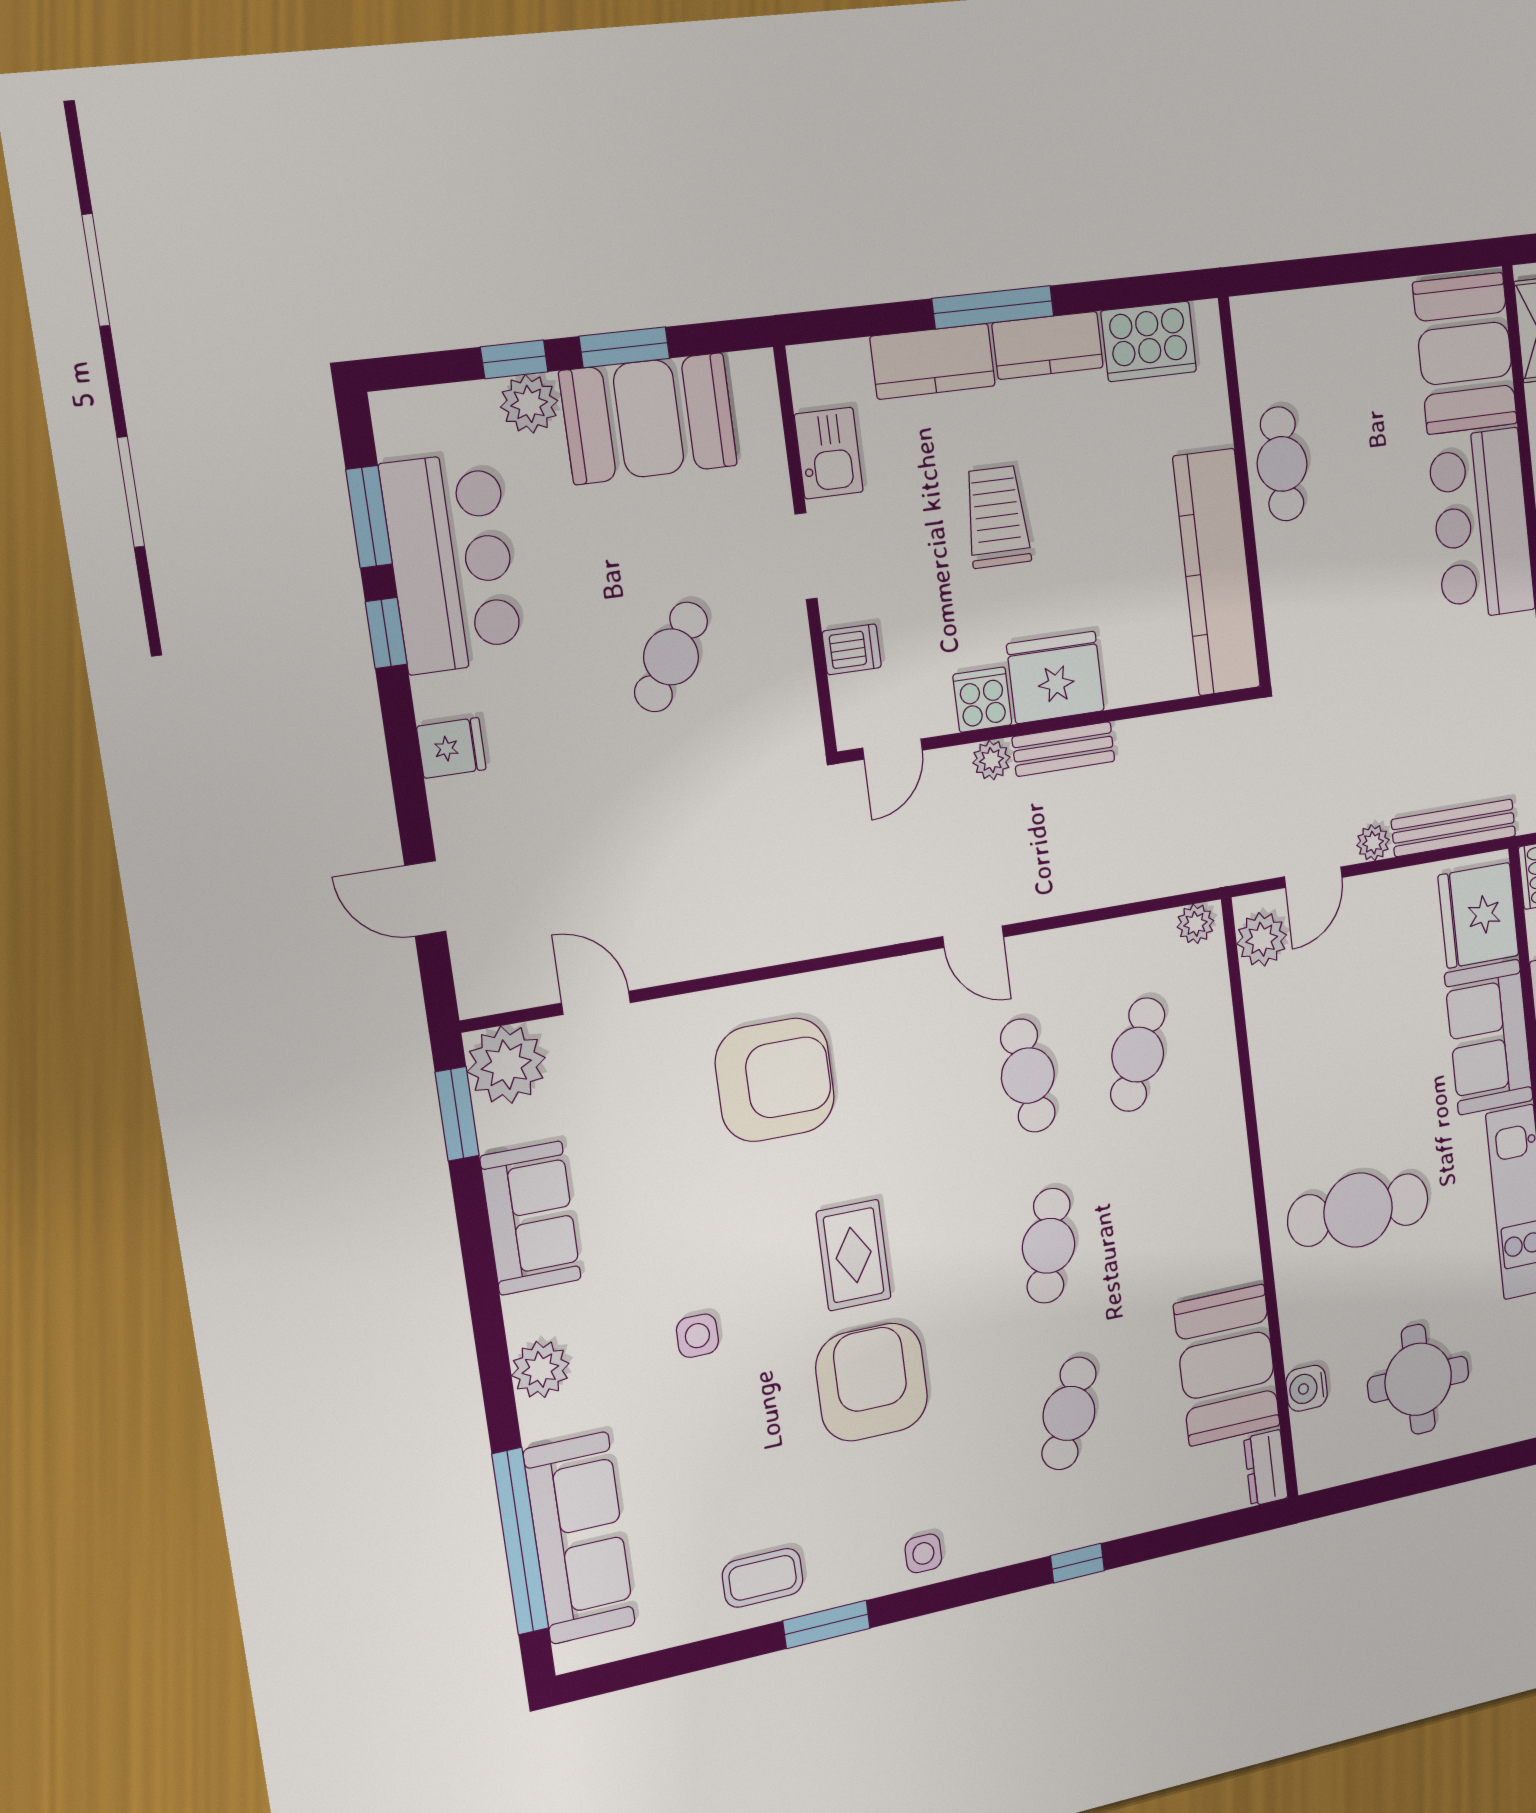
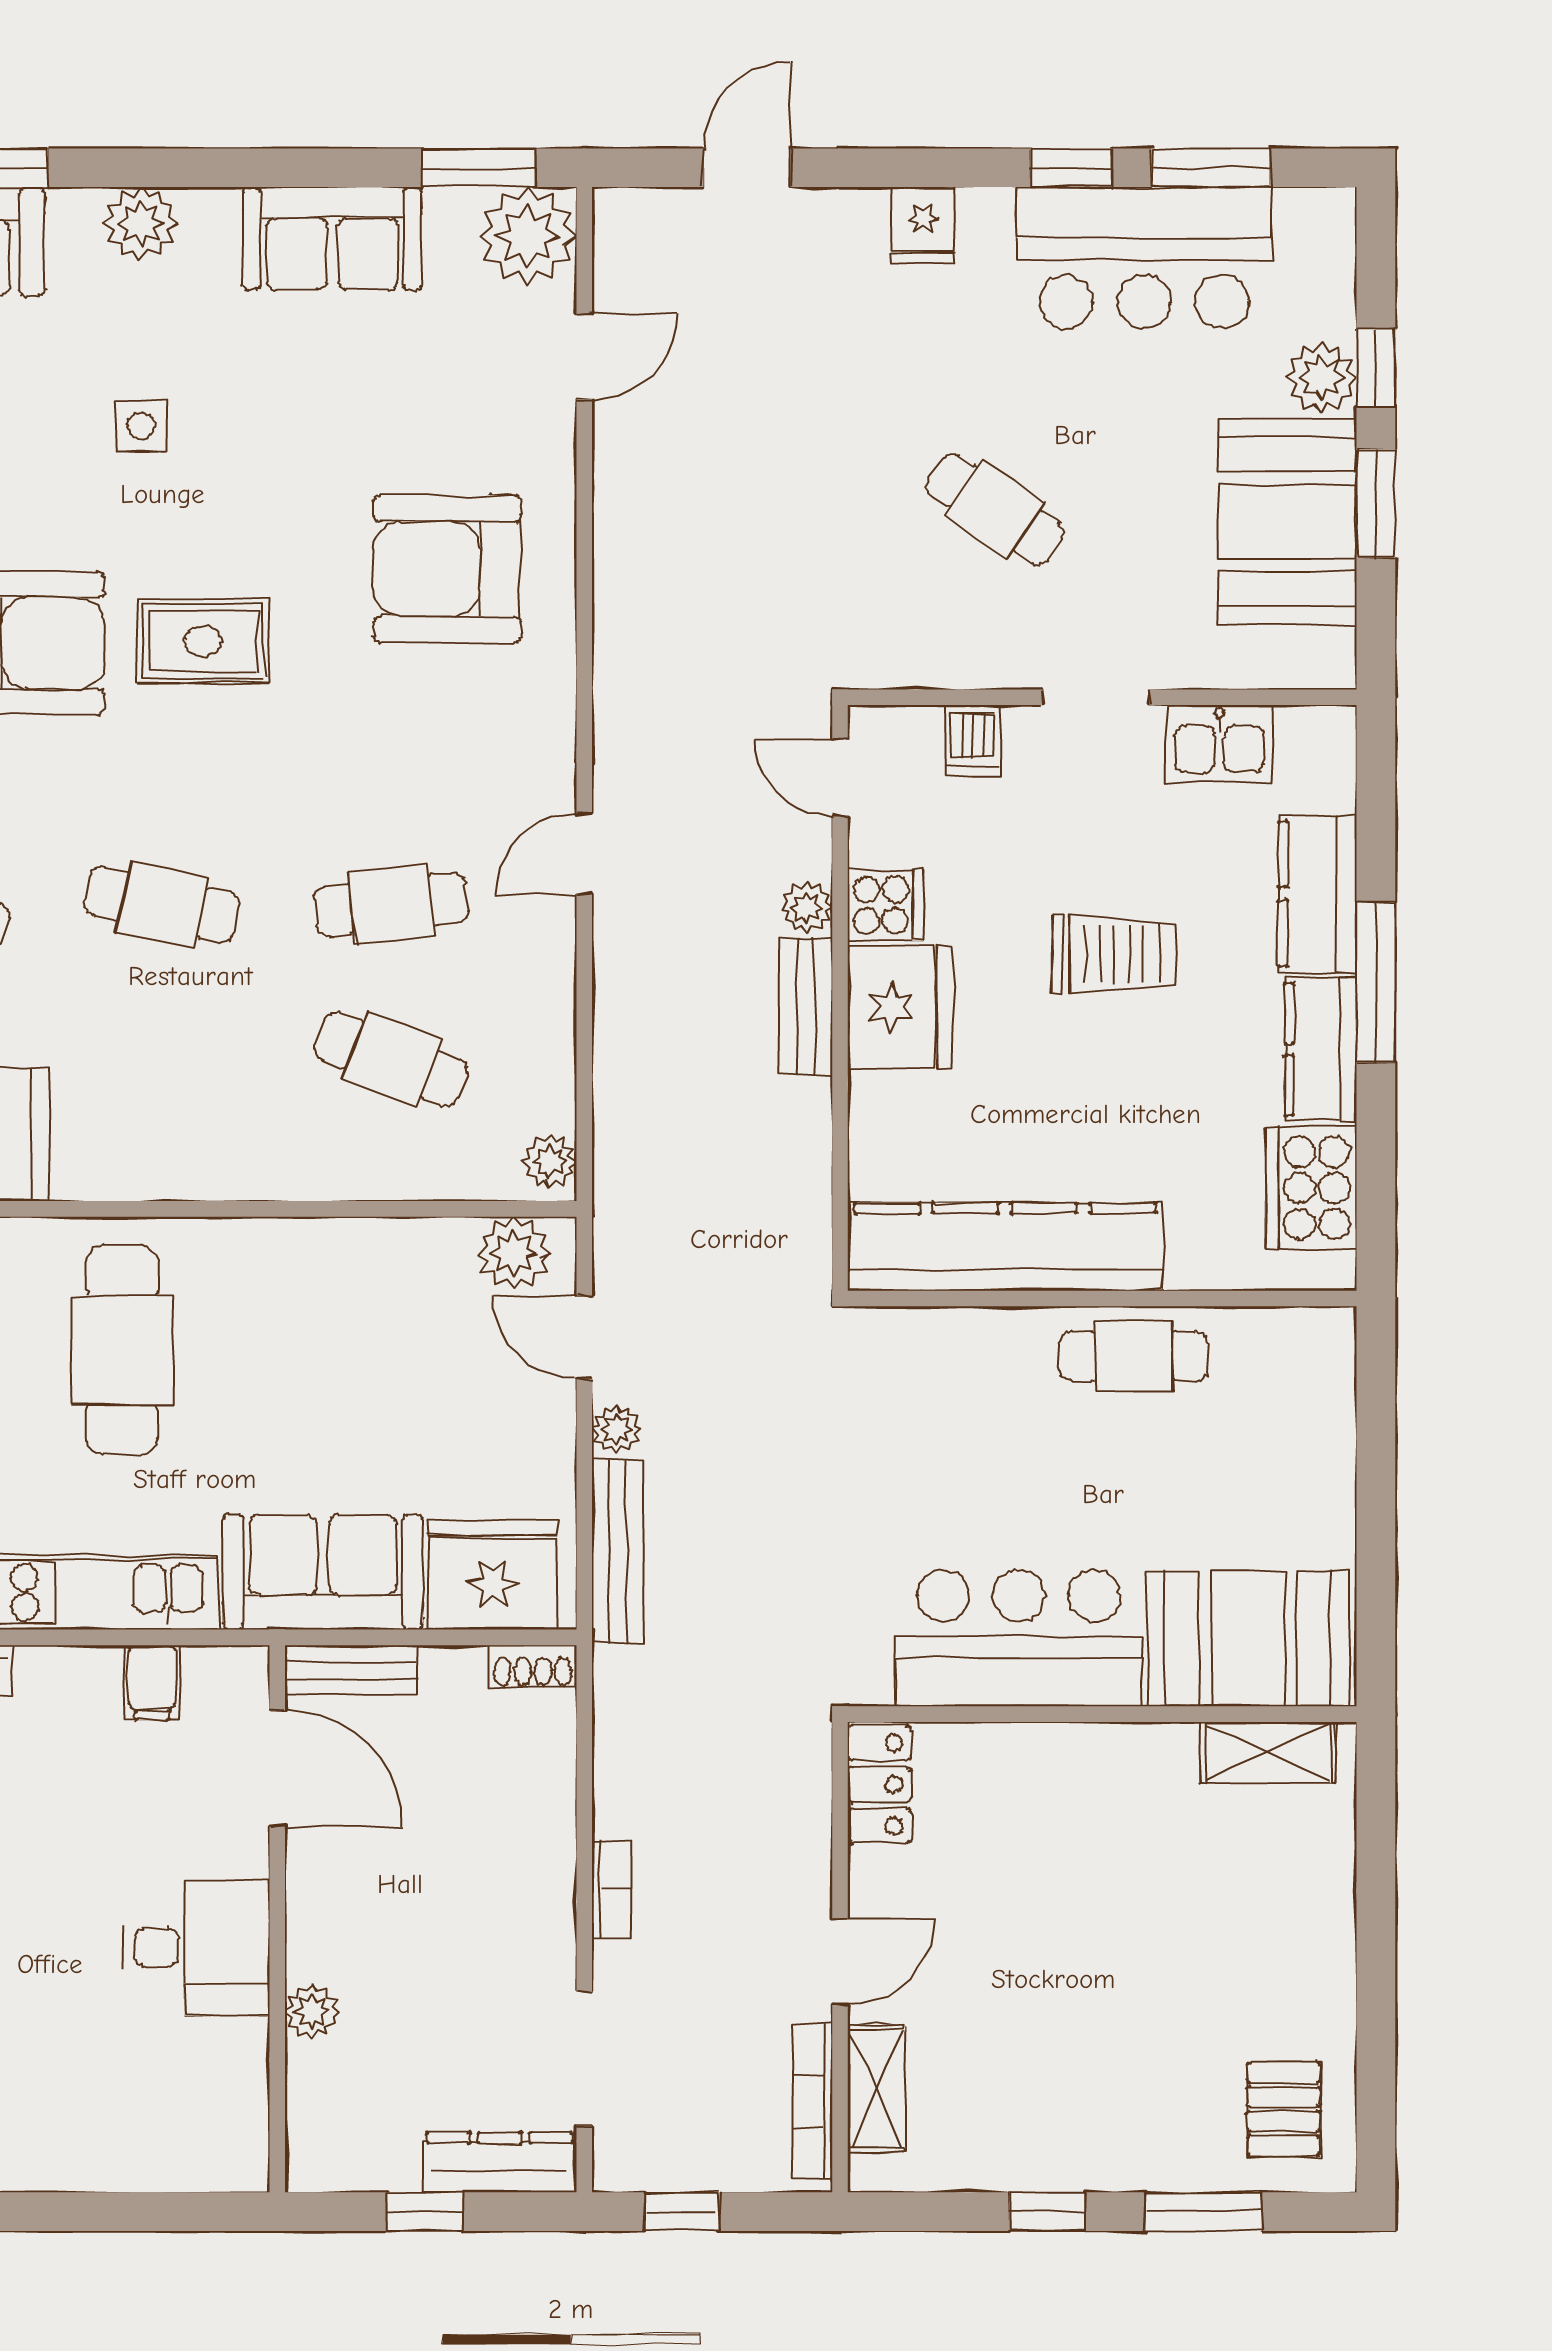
armchair: (775, 1080) -> (447, 569), turned 90

